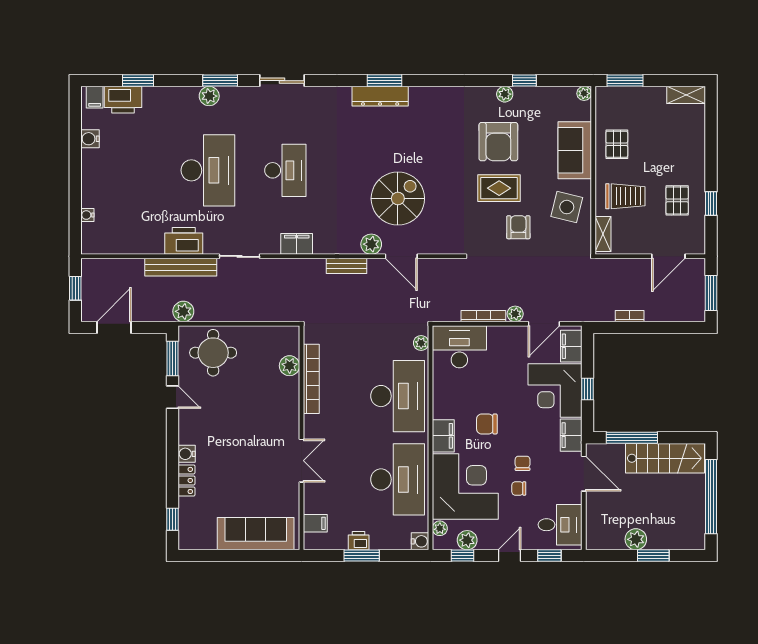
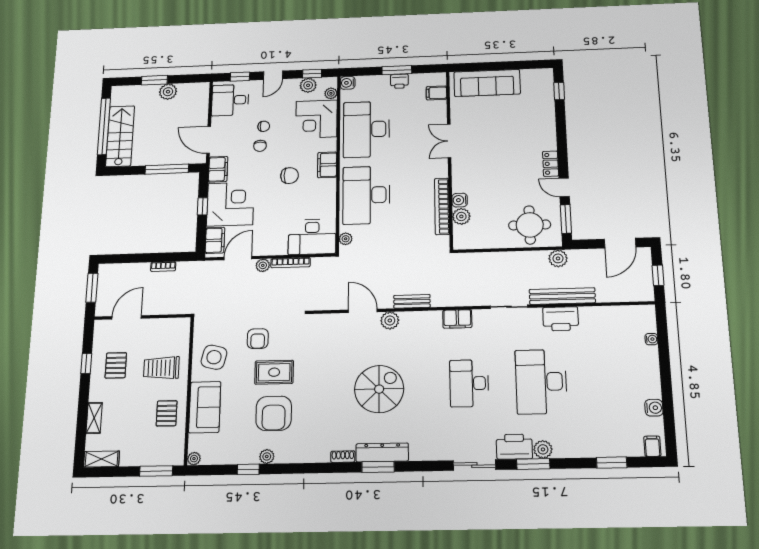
shoe rack: (422, 92) -> (343, 457), added
printer: (123, 100) -> (514, 447), moved
armchair: (498, 142) -> (274, 413), turned 180
spiral stairs: (398, 199) -> (379, 389), moved, turned 180
shelving: (603, 234) -> (94, 418), moved
water cooler: (187, 454) -> (460, 200), moved, turned 180
stairs: (665, 458) -> (120, 136), moved, turned 90
locker: (186, 480) -> (551, 164), moved
corner desk: (465, 486) -> (316, 119), width x0.74, depth x0.74

